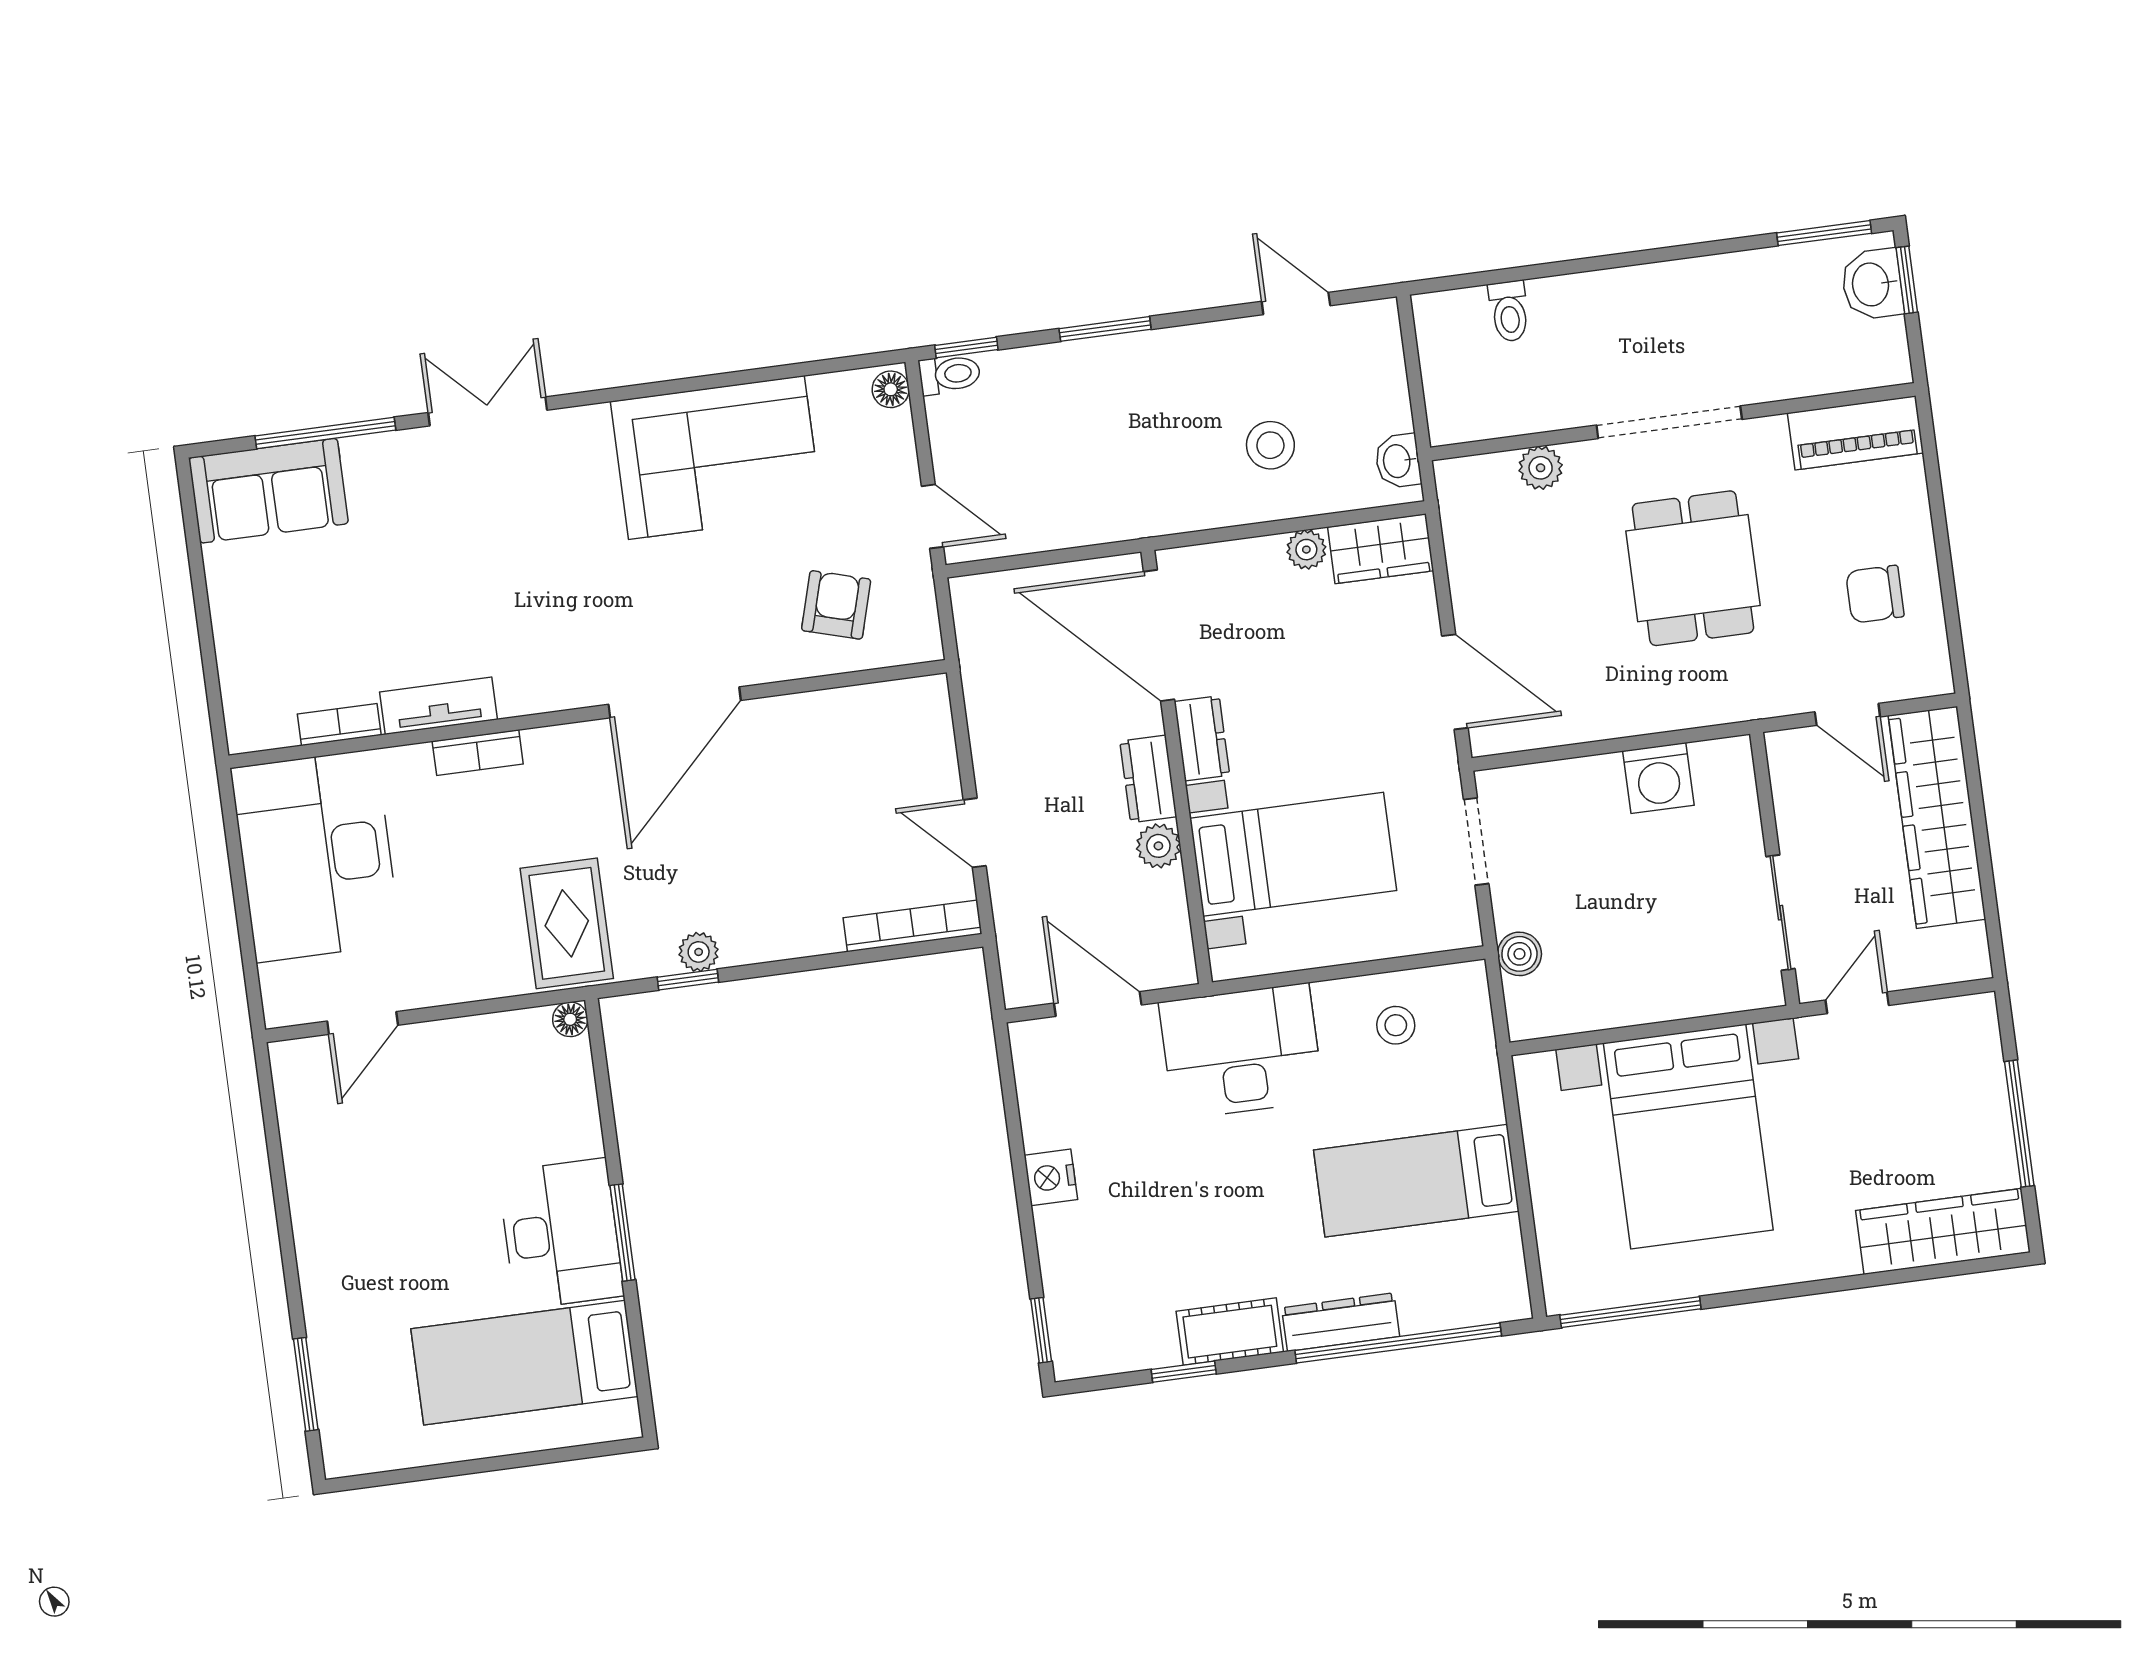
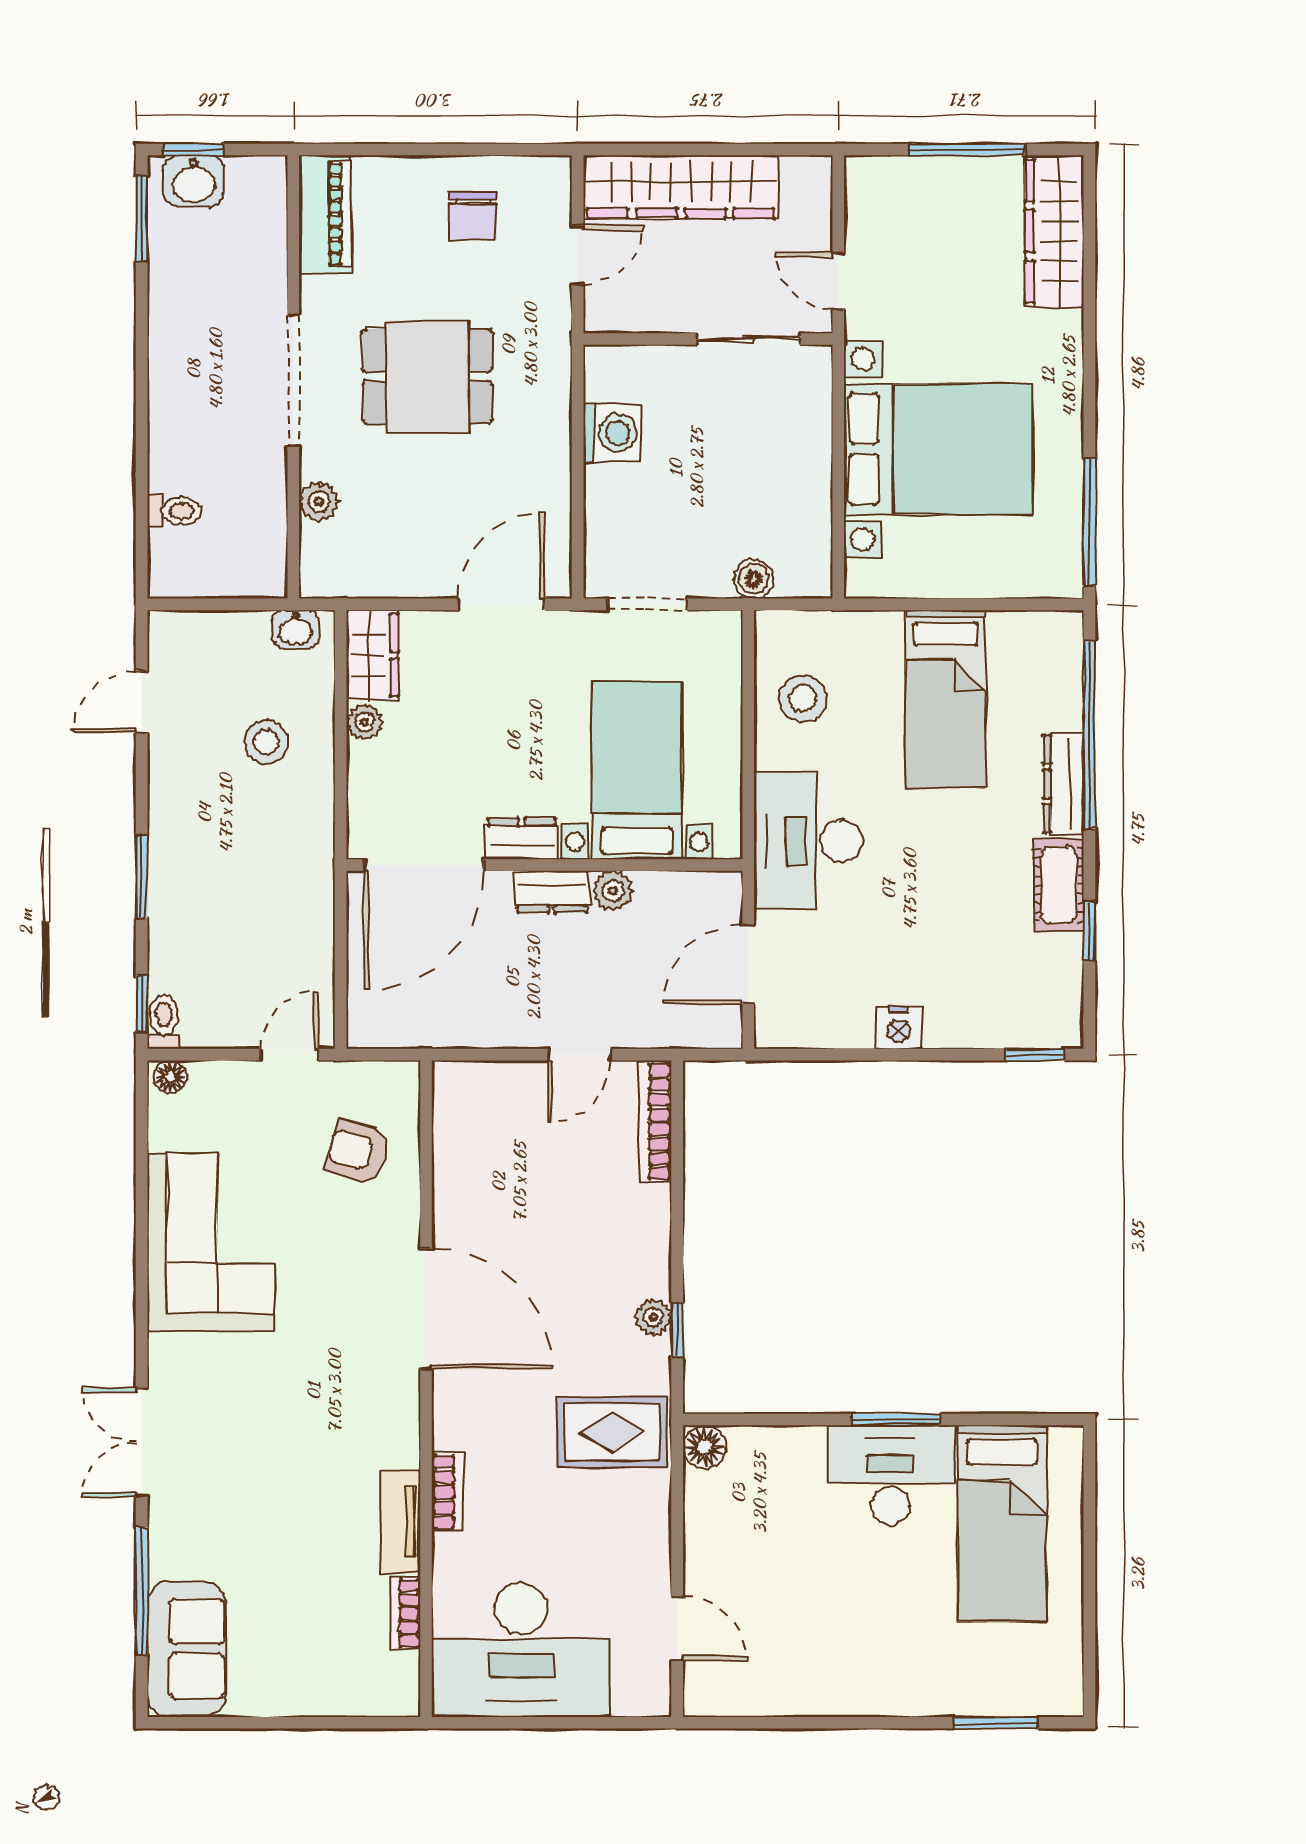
floor lamp: (570, 1019) -> (705, 1447), width x1.37, depth x1.37
stool: (1396, 1025) -> (803, 699), width x1.37, depth x1.37

